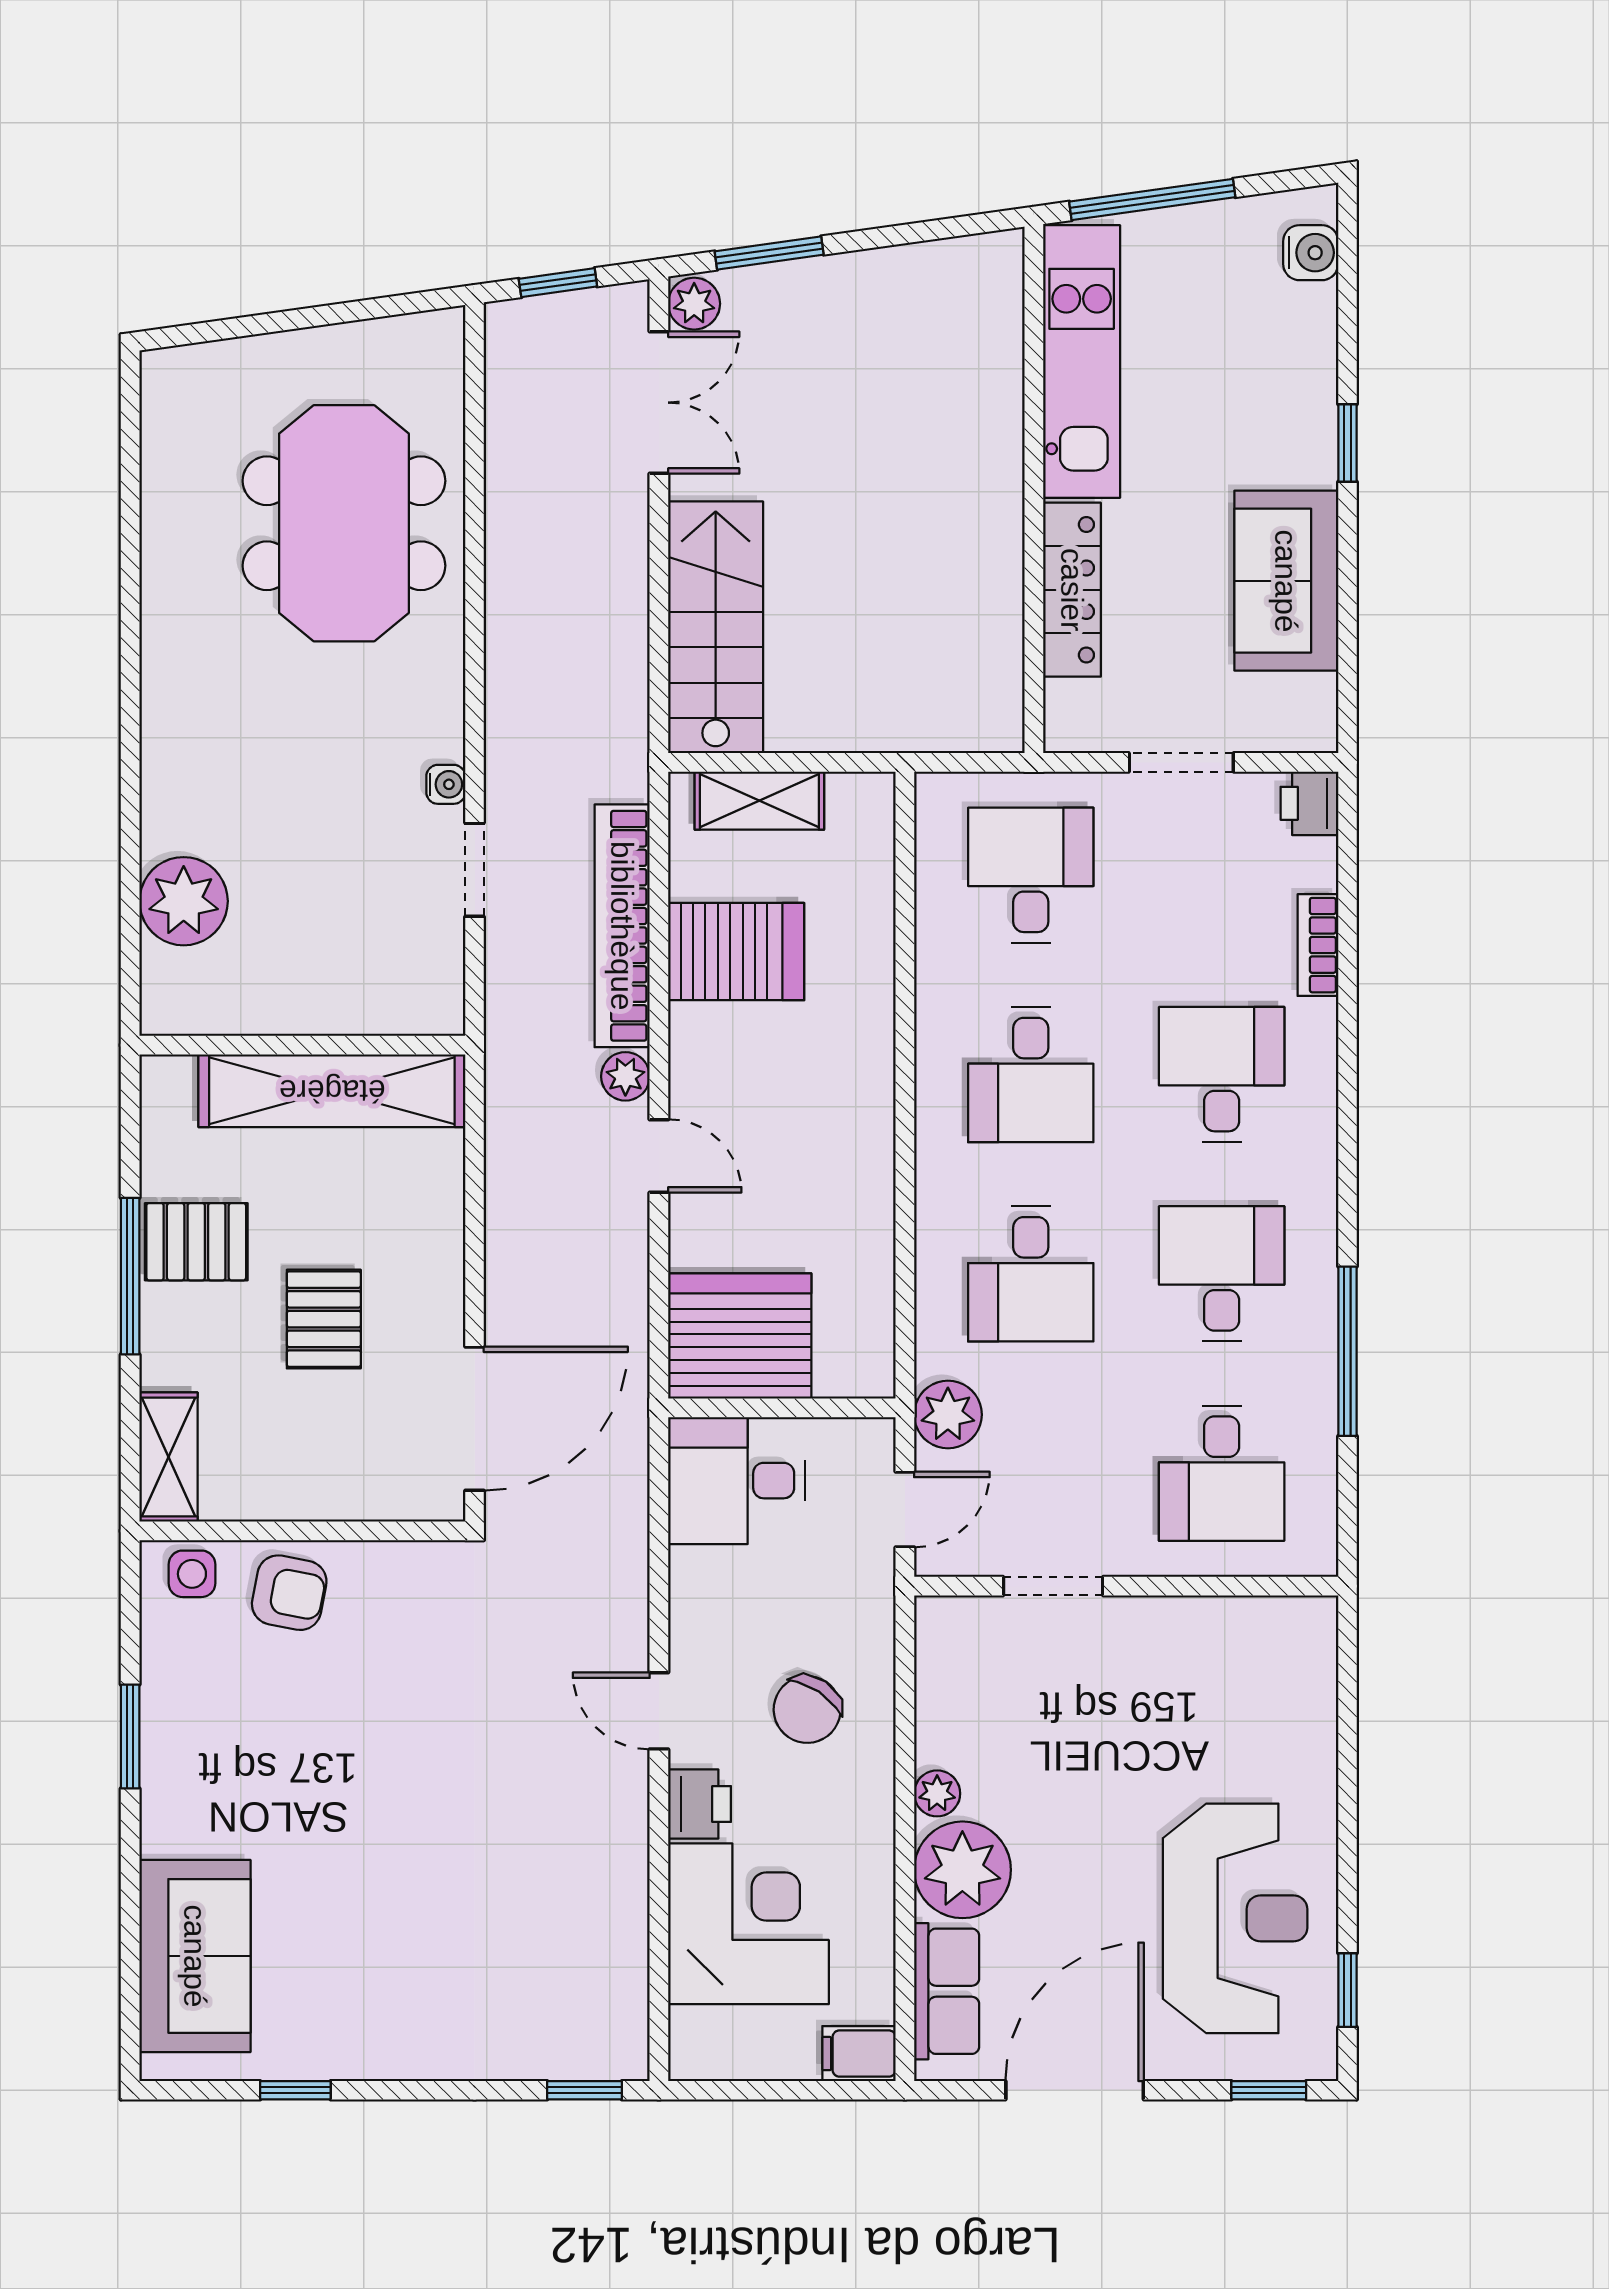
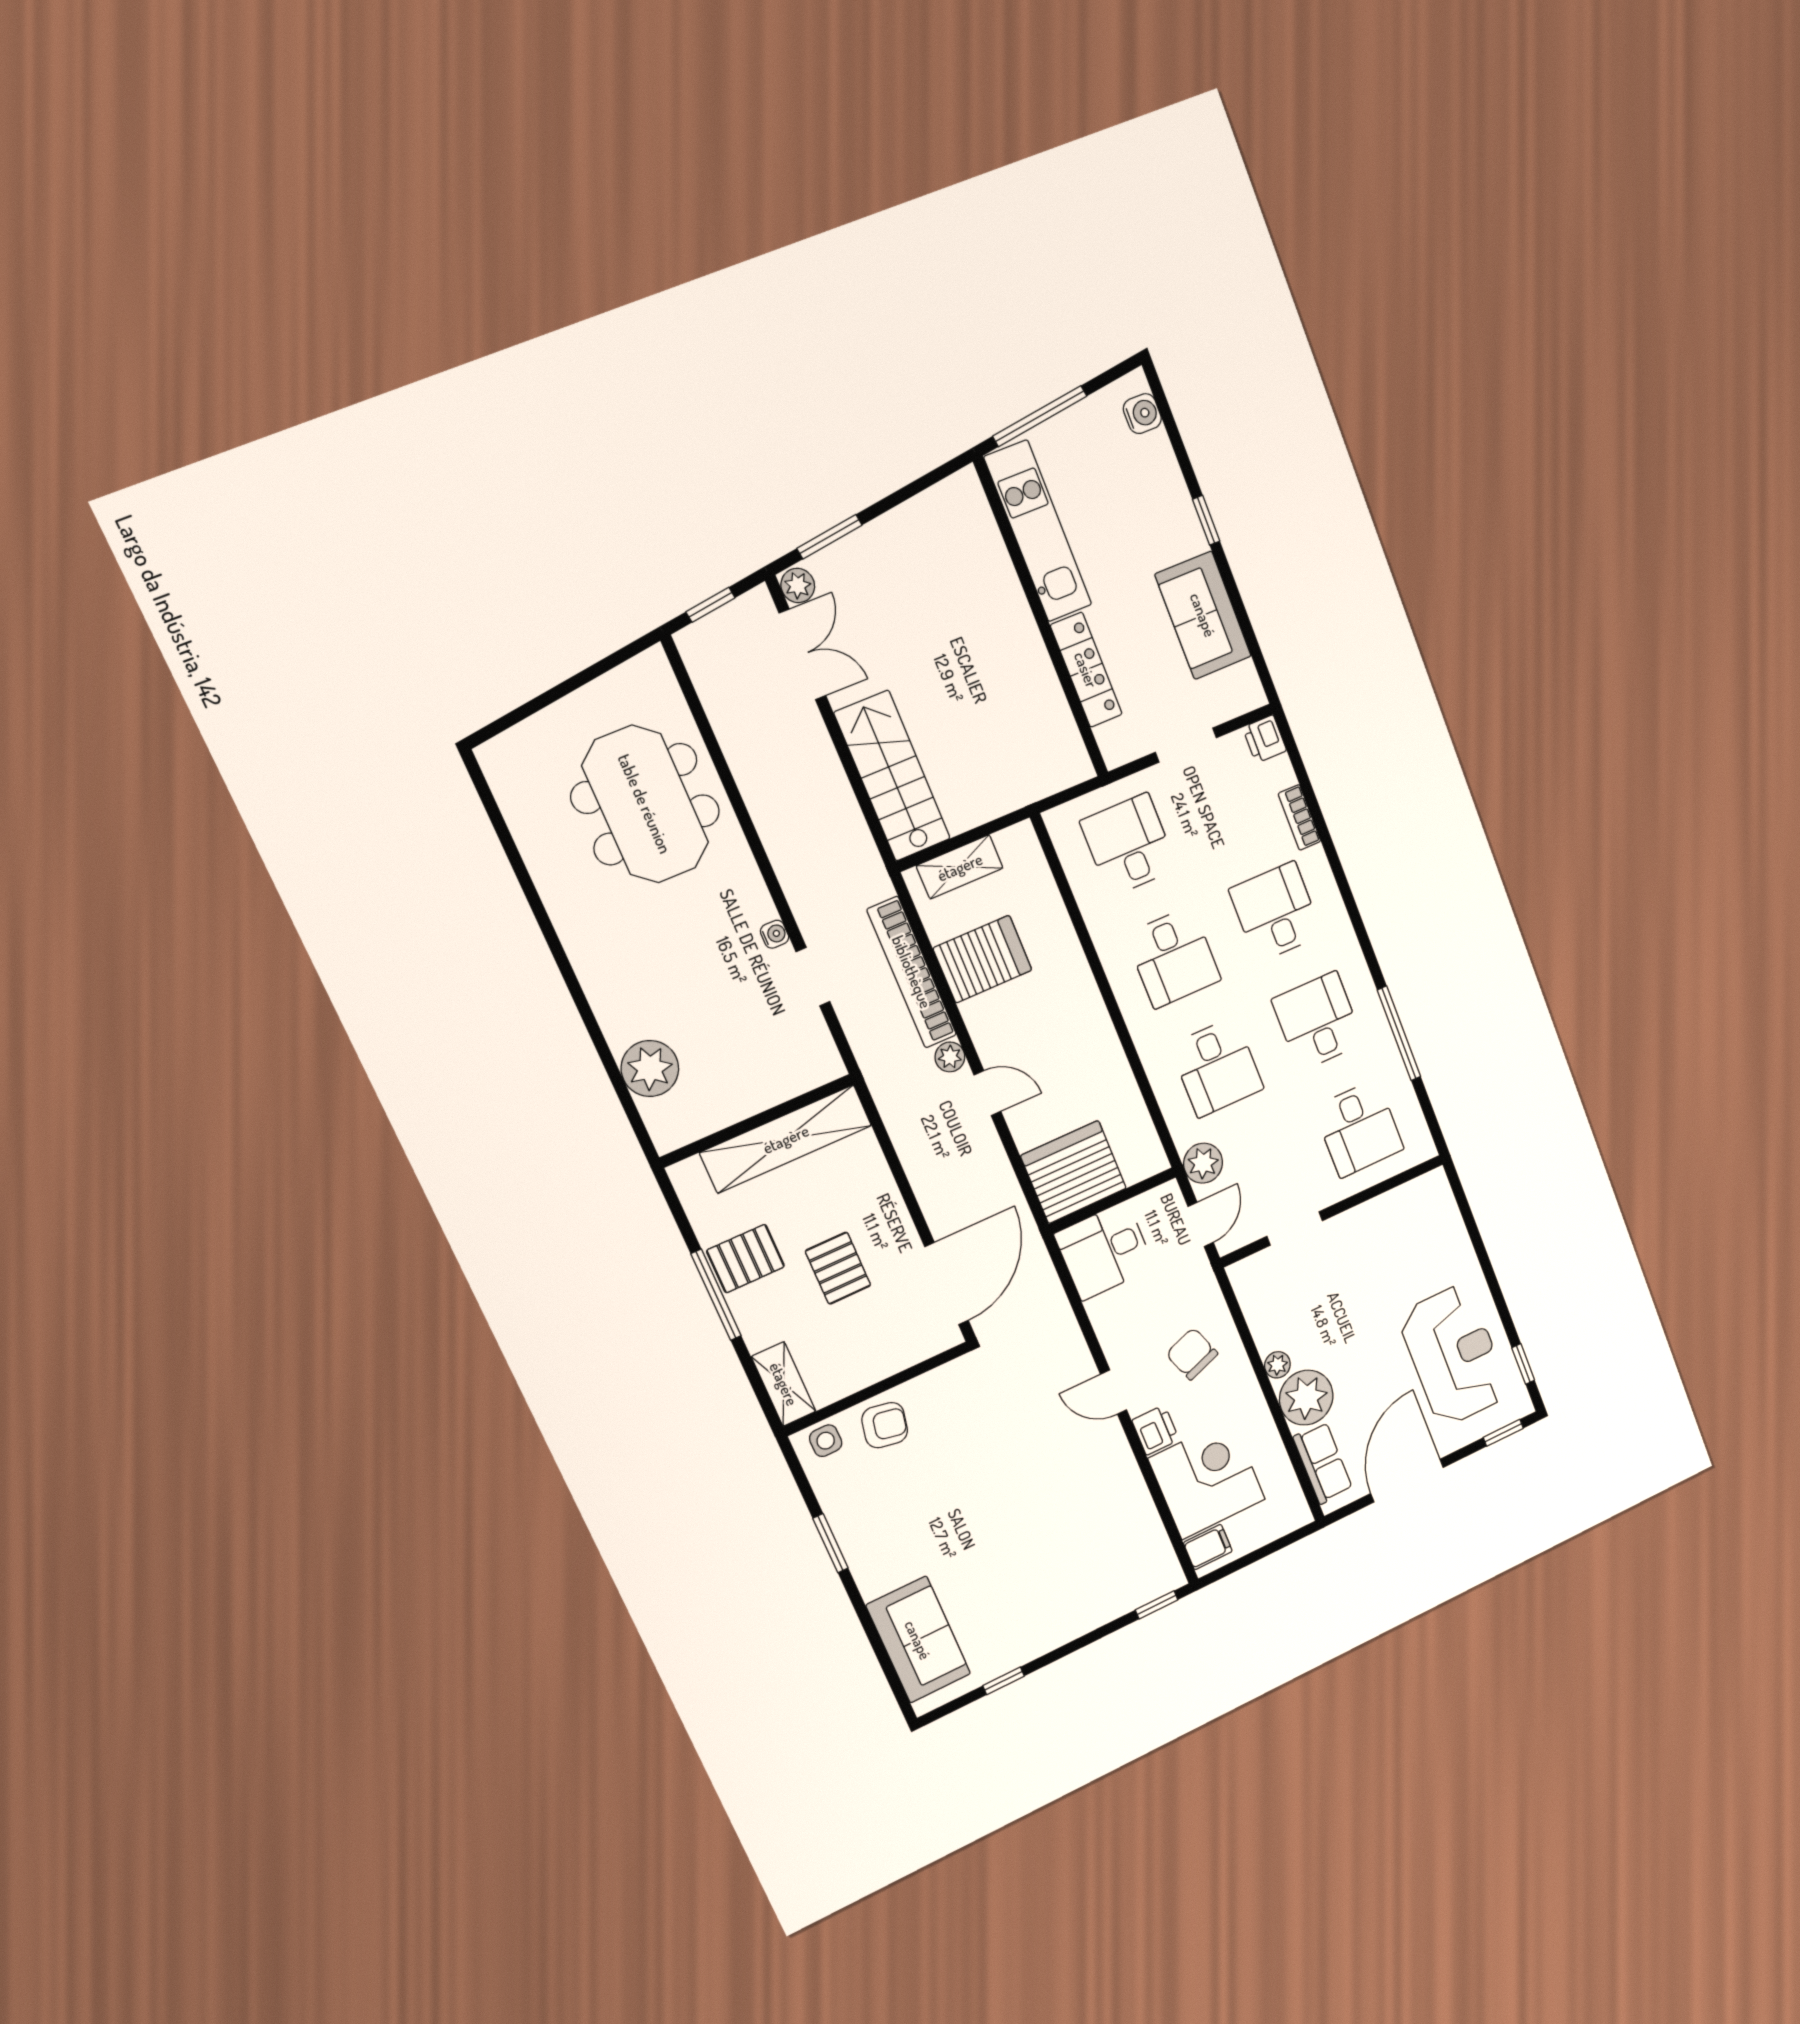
chair: (807, 1709) -> (1192, 1354), turned 126
filing cabinet: (859, 2054) -> (1208, 1547), moved, turned 180

